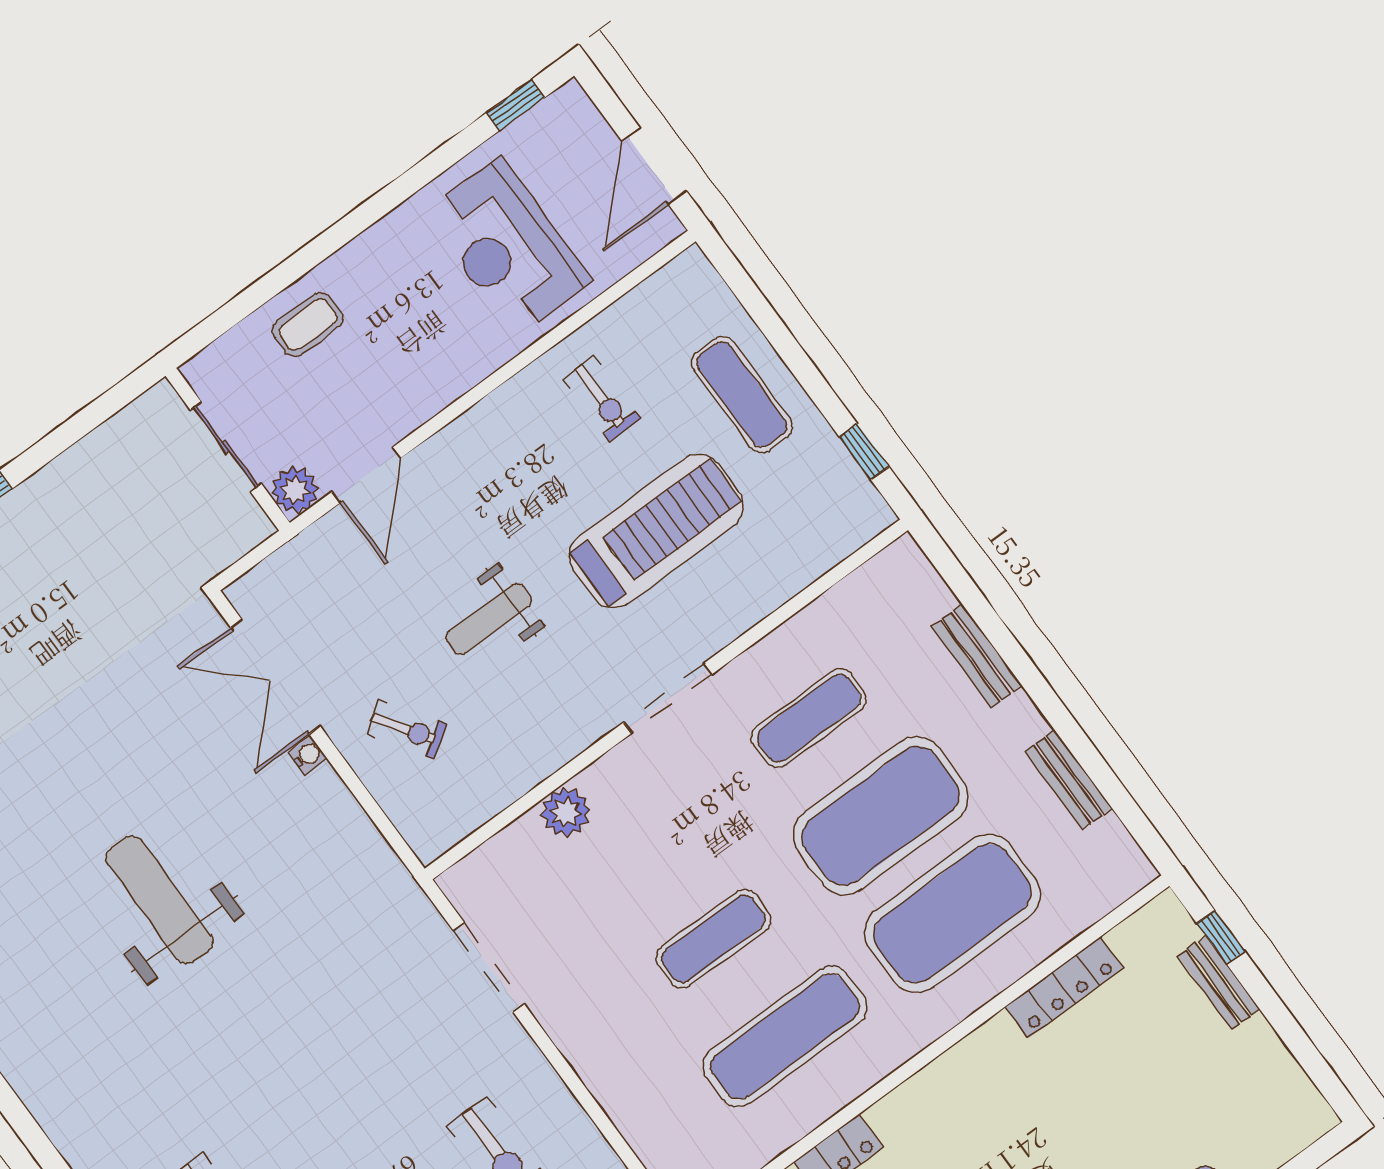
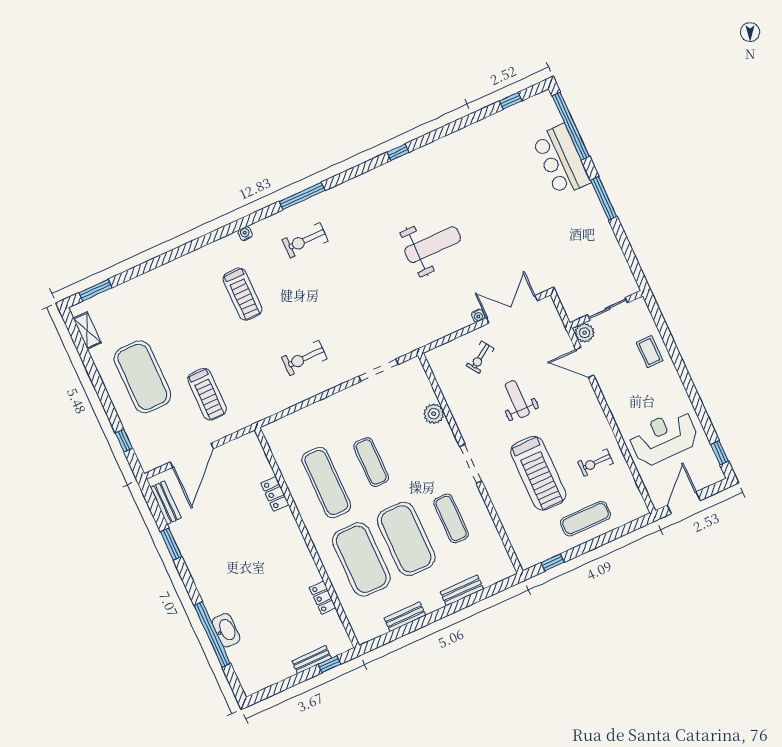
door: (654, 166) -> (684, 503), hinge flipped
locker: (1064, 987) -> (323, 598), width x0.66

